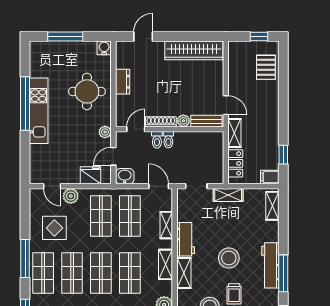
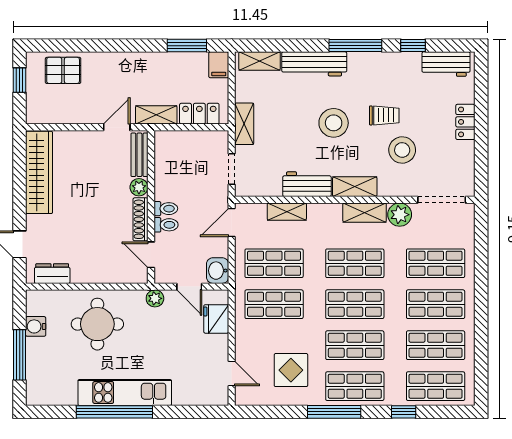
water cooler: (104, 48) -> (36, 326), moved
dresser: (123, 82) -> (52, 274), moved
window: (283, 155) -> (187, 46), width x1.50
door: (52, 186) -> (232, 373), hinge flipped
plant: (71, 196) -> (246, 347), removed
shelving: (166, 264) -> (365, 213), moved
workbench: (270, 265) -> (314, 64), moved

